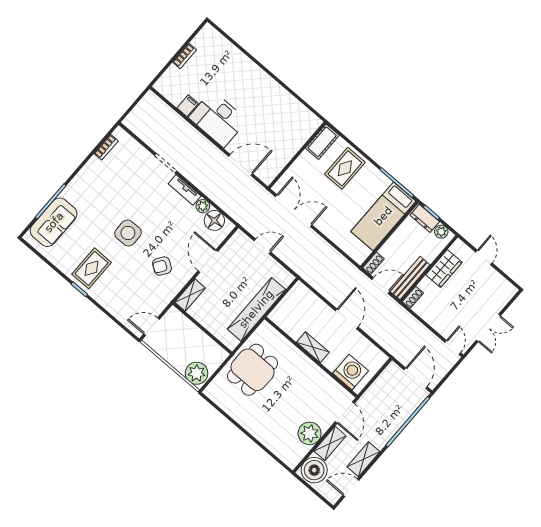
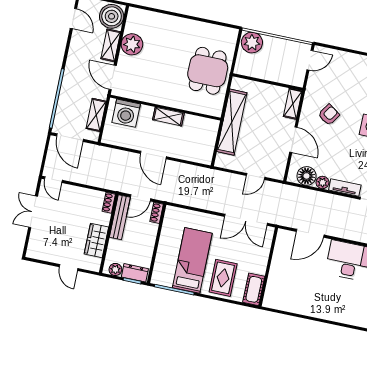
bed: (383, 216) -> (192, 260), moved
shelving: (363, 459) -> (96, 115), moved
door: (351, 488) -> (73, 19), hinge flipped

